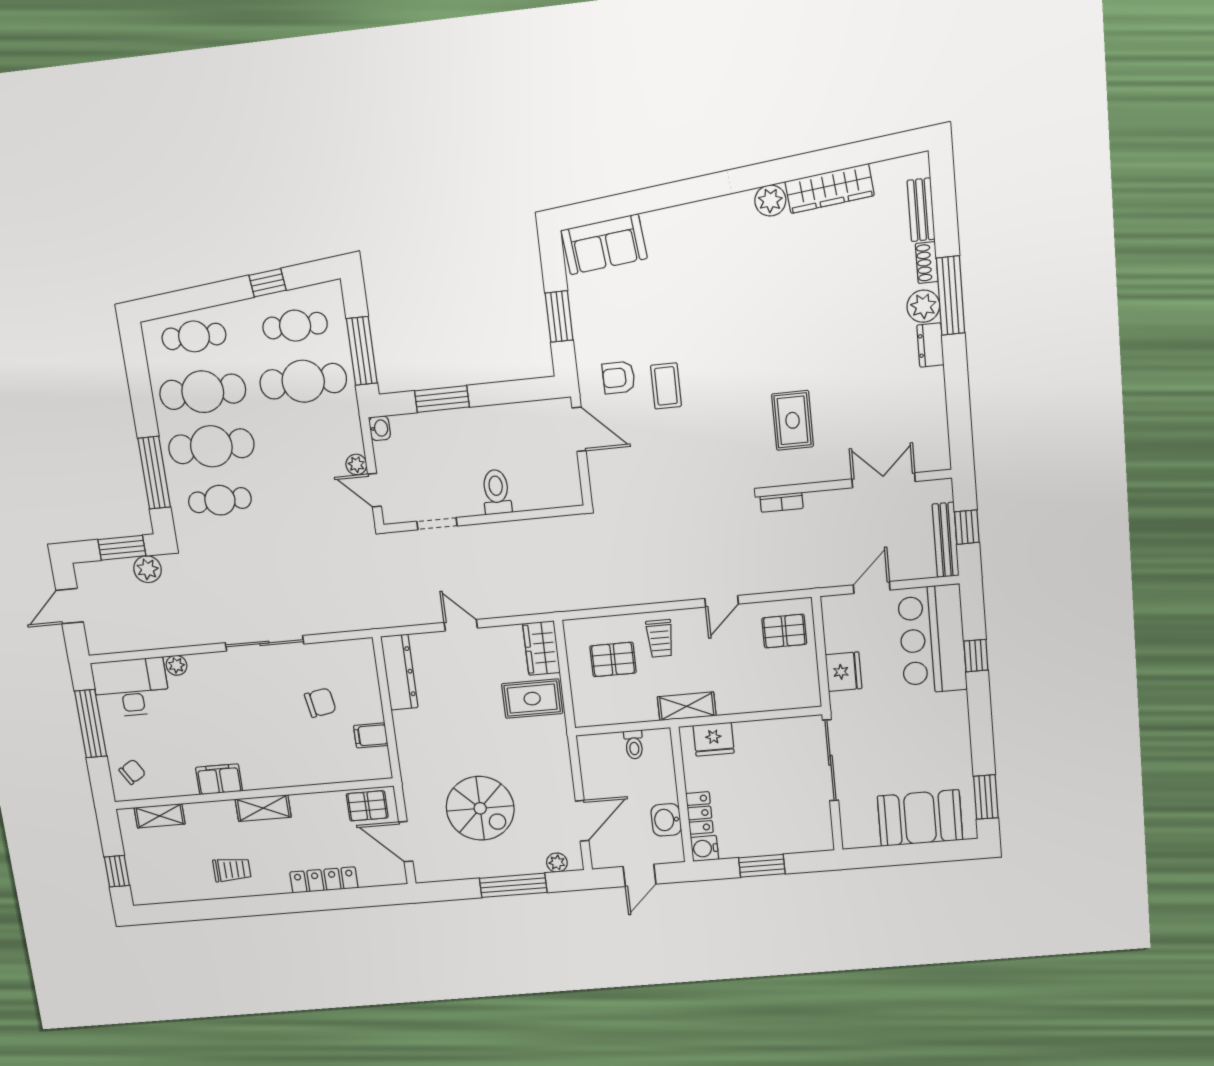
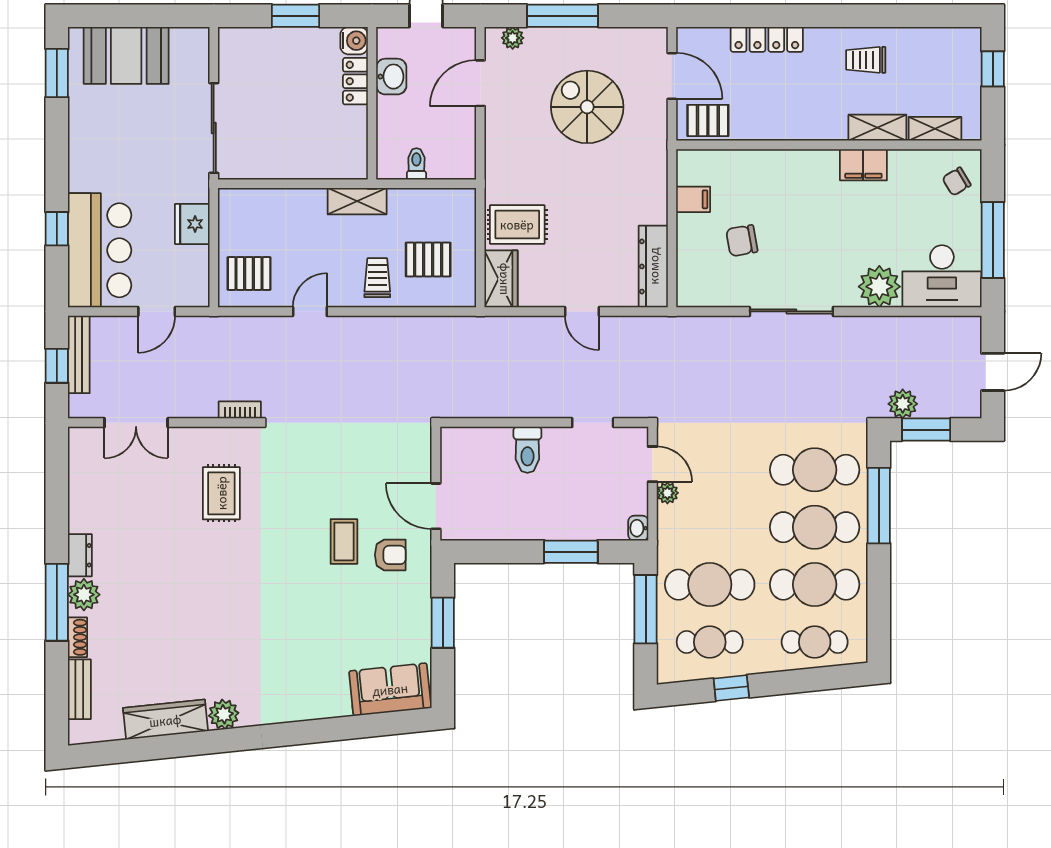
cafe table: (220, 500) -> (815, 470), width x1.37, depth x1.35
plant: (176, 665) -> (879, 287), width x1.88, depth x1.88
fridge: (714, 739) -> (333, 162), removed
shelving: (263, 808) -> (877, 128), moved

